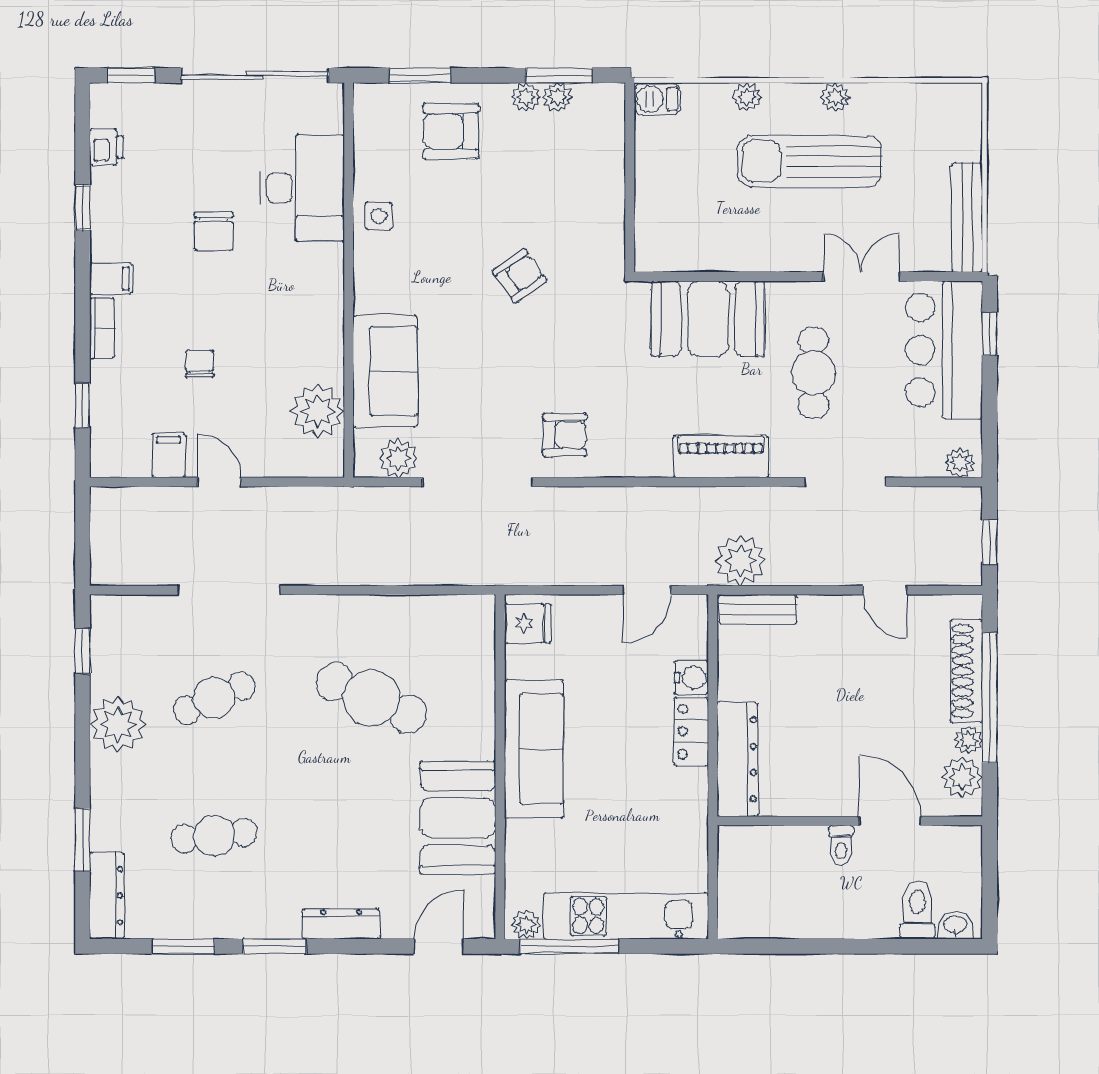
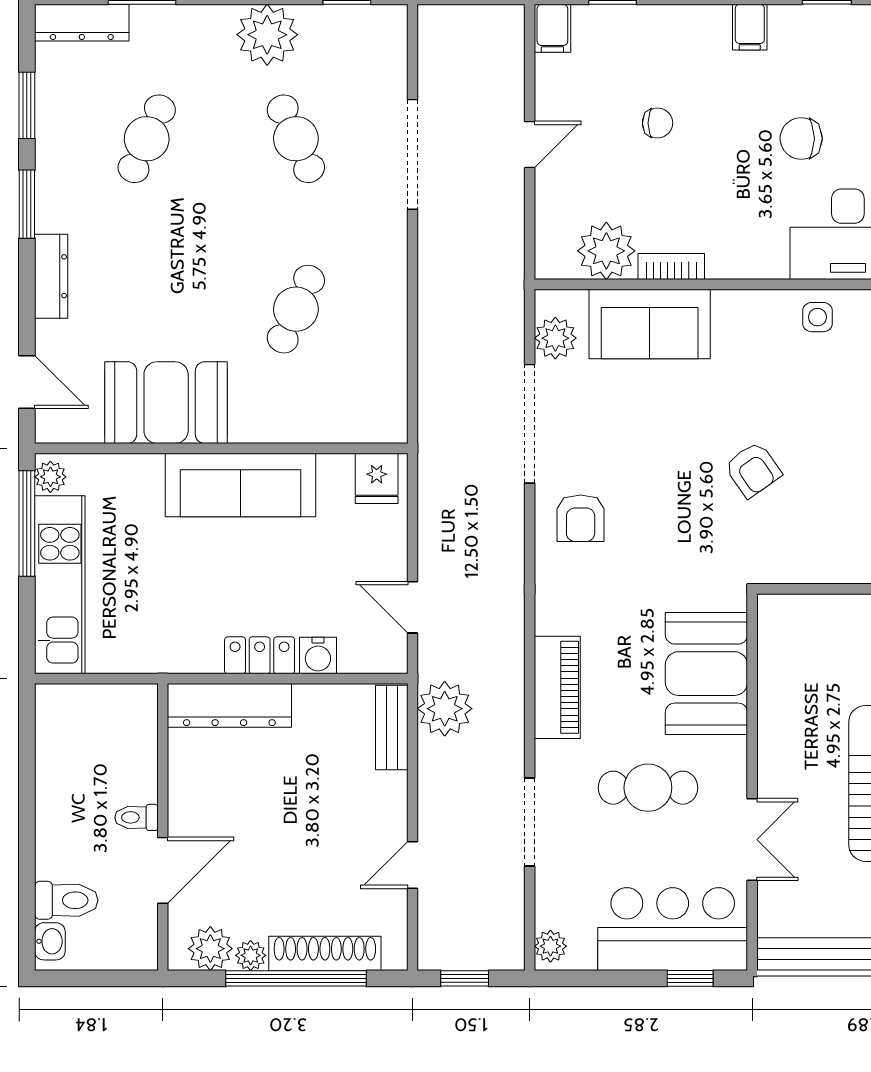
bookcase: (102, 328) -> (671, 267), moved, turned 180
filing cabinet: (169, 455) -> (552, 28), moved, turned 90
cafe table: (371, 698) -> (296, 309), width x0.73, depth x0.74
cafe table: (214, 836) -> (147, 139), turned 30

